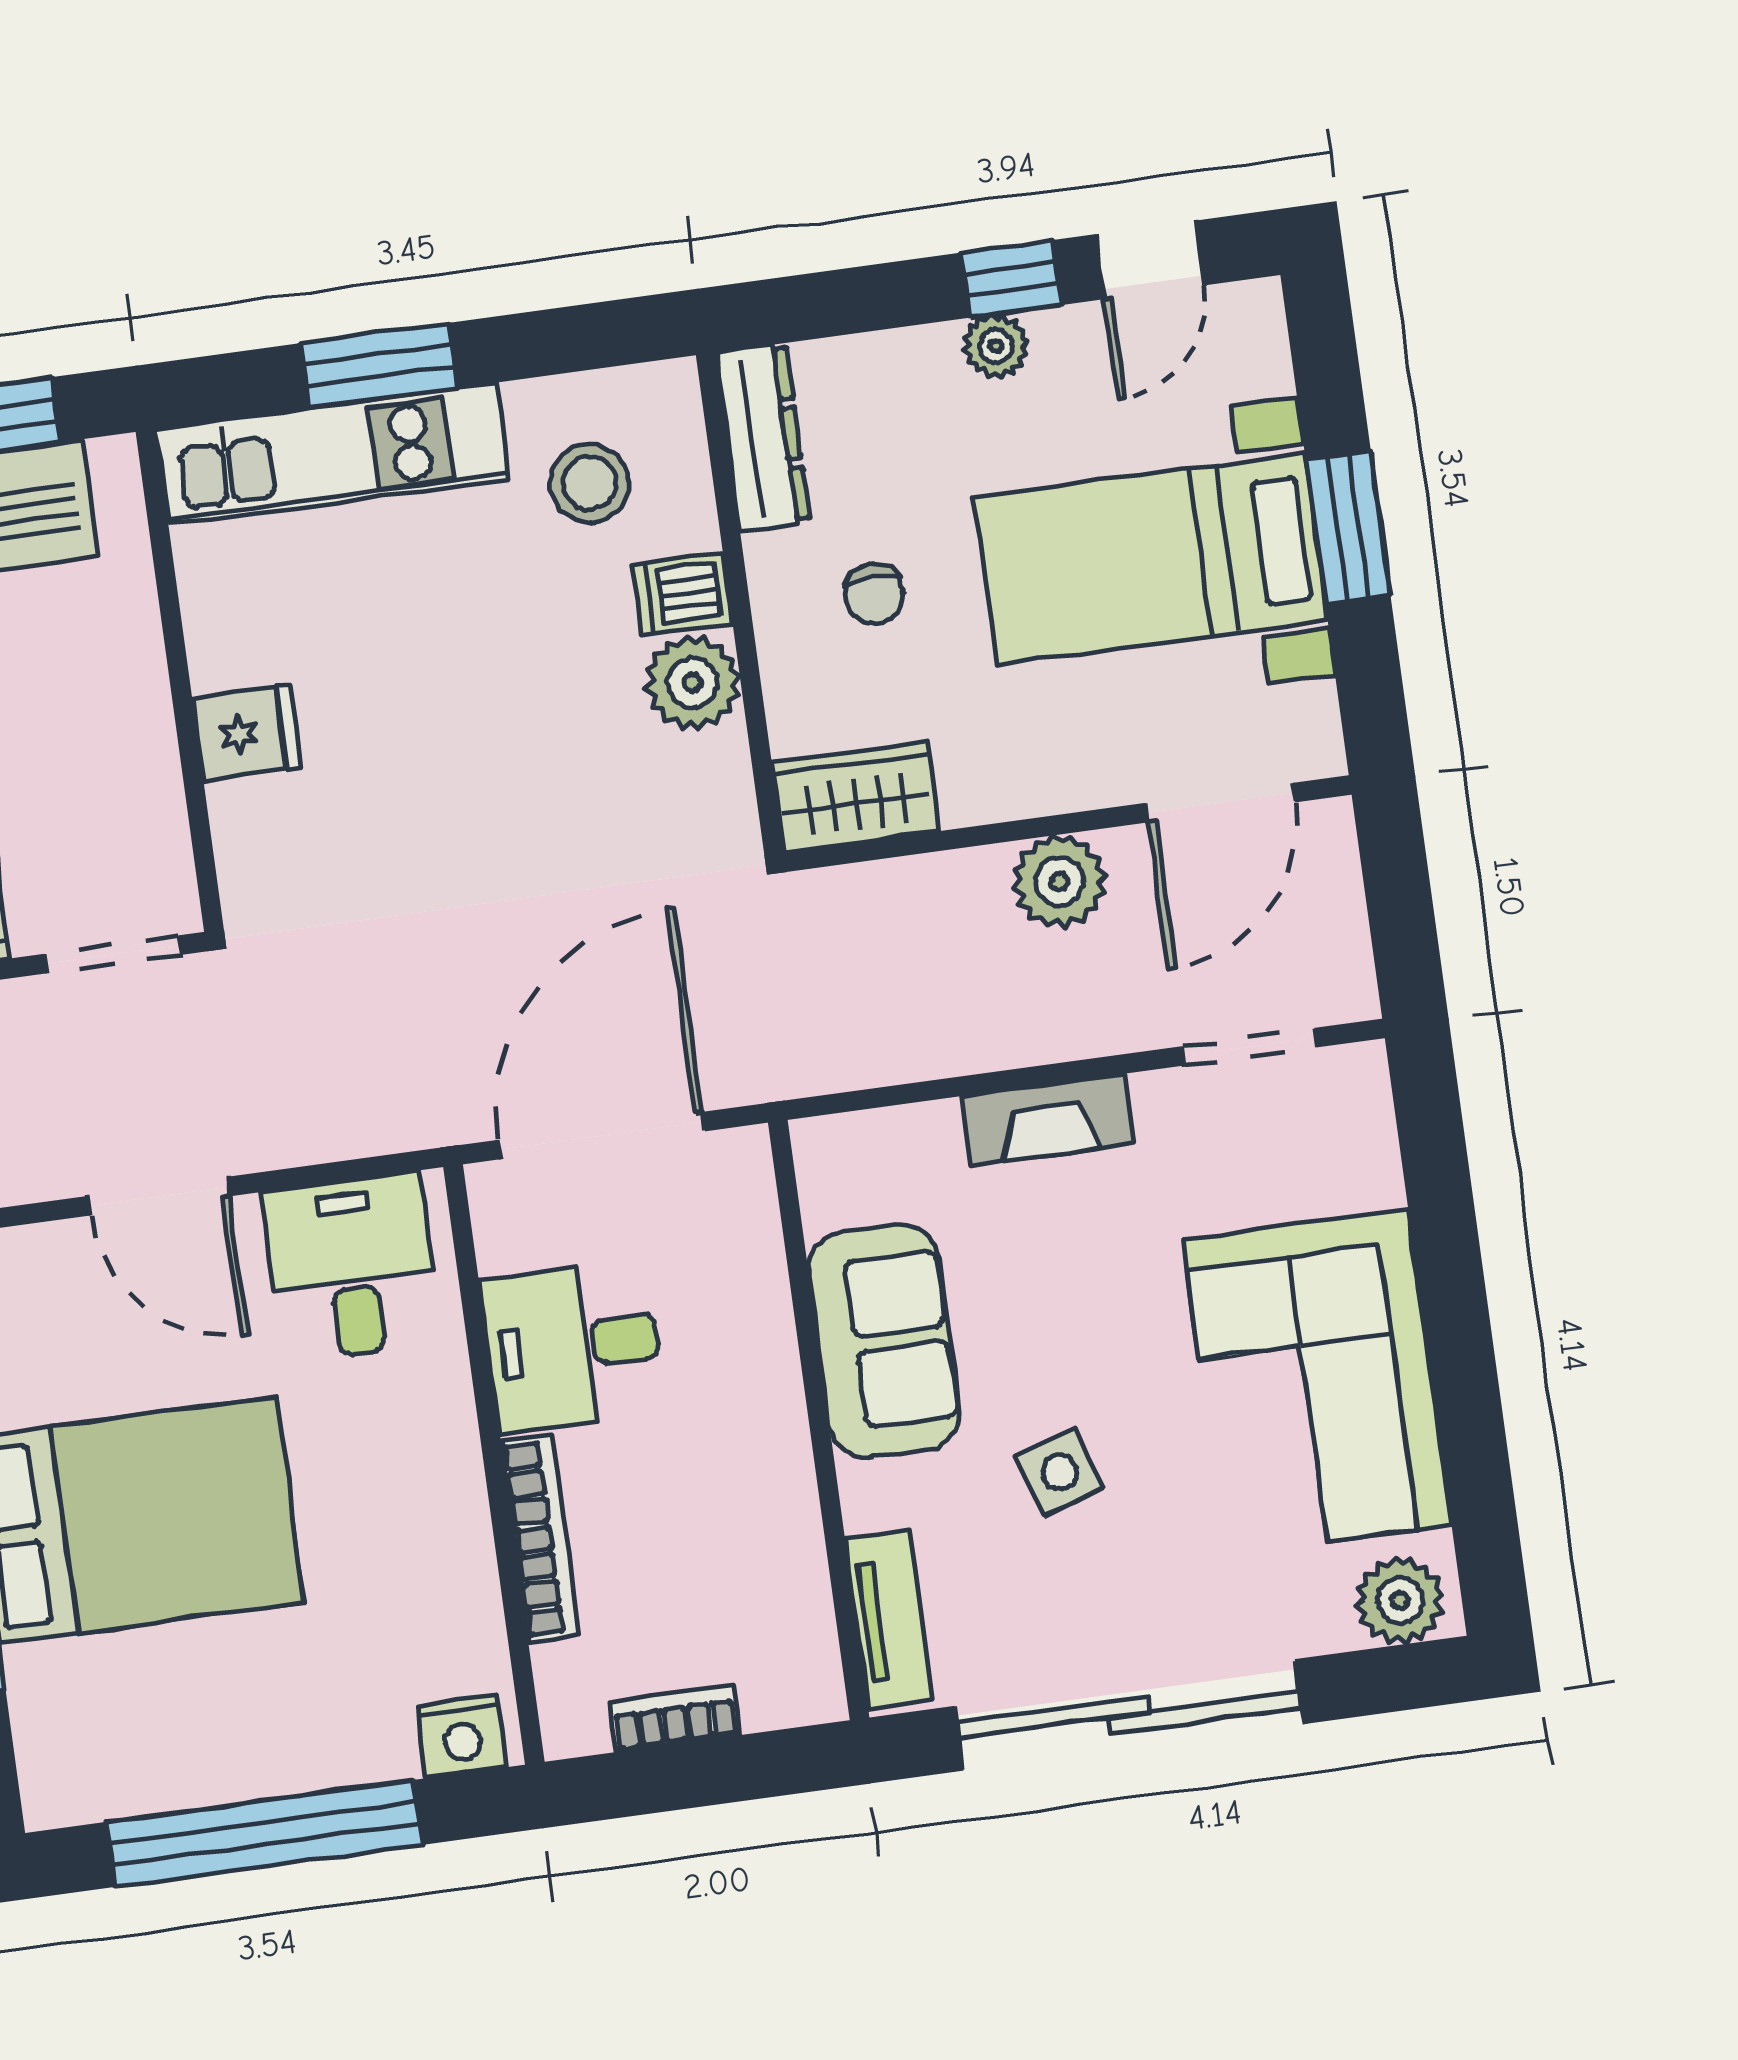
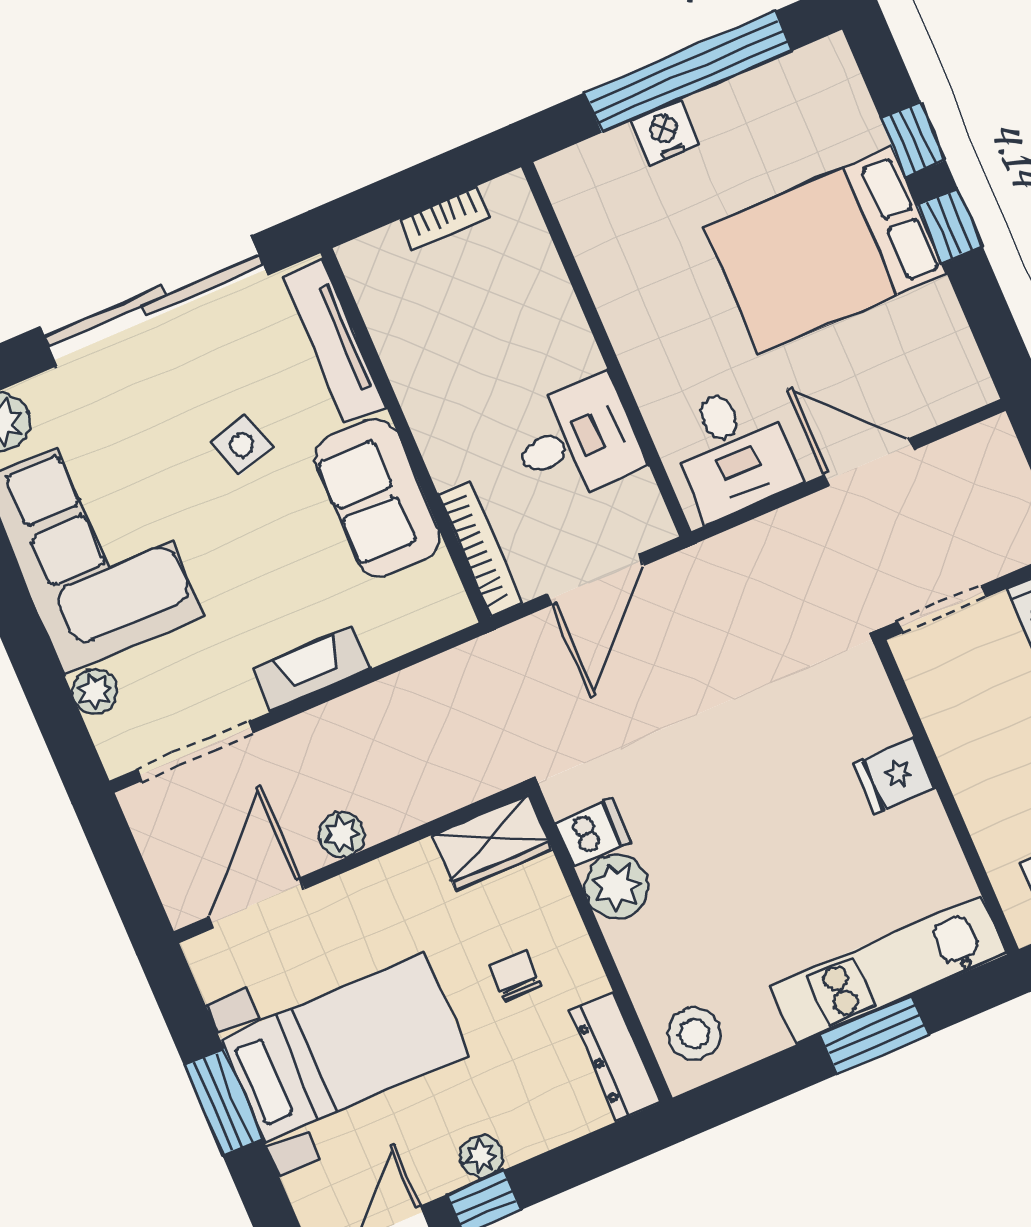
stool: (589, 483) -> (694, 1034), moved
dishwasher: (682, 594) -> (592, 832), moved
plant: (1059, 881) -> (342, 835), width x0.73, depth x0.73
doorway: (1250, 1047) -> (195, 751), width x1.38
door: (602, 1136) -> (595, 580), width x0.73
plant: (1370, 1173) -> (95, 691), added
bookcase: (540, 1538) -> (480, 548), moved, turned 180
tv unit: (889, 1619) -> (334, 341), width x1.41
nightstand: (462, 1736) -> (665, 132), moved

